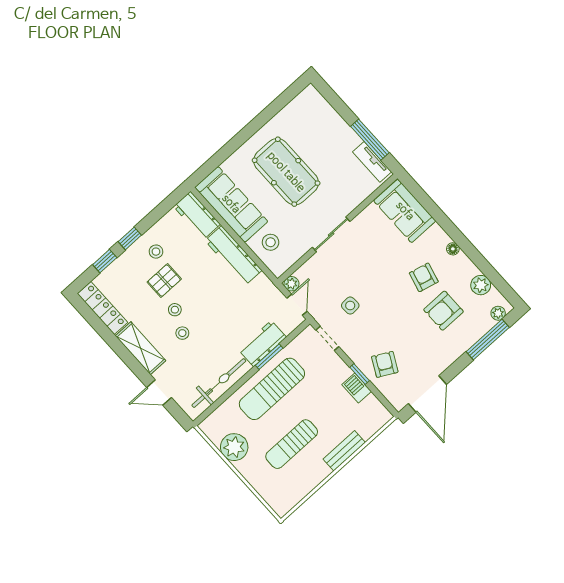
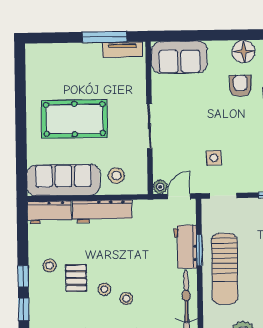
floor lamp: (453, 249) -> (244, 51), width x1.89, depth x1.89
armchair: (424, 277) -> (240, 86), turned 76
door: (297, 305) -> (179, 196), hinge flipped

